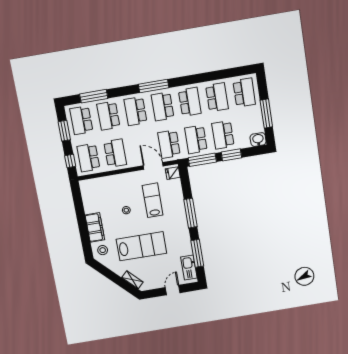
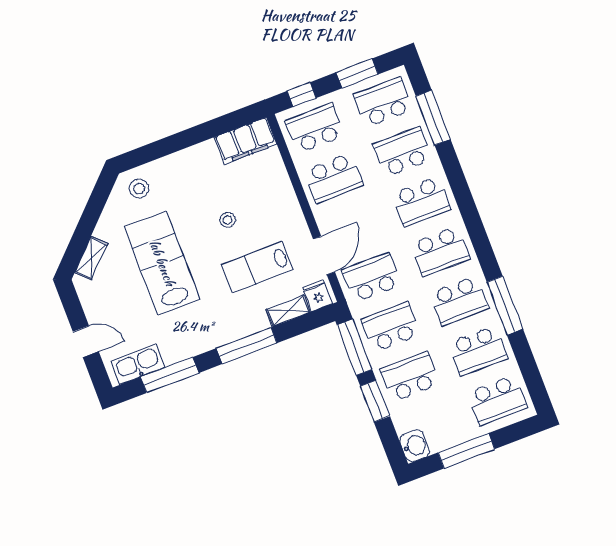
window: (154, 86) -> (505, 305), moved
school desk: (163, 106) -> (440, 251), turned 180
school desk: (135, 111) -> (421, 202), turned 180
shelving: (177, 189) -> (288, 311), added
lab bench: (153, 200) -> (257, 267), turned 180
filing cabinet: (95, 227) -> (246, 141), moved
lab bench: (141, 246) -> (162, 263), turned 180

